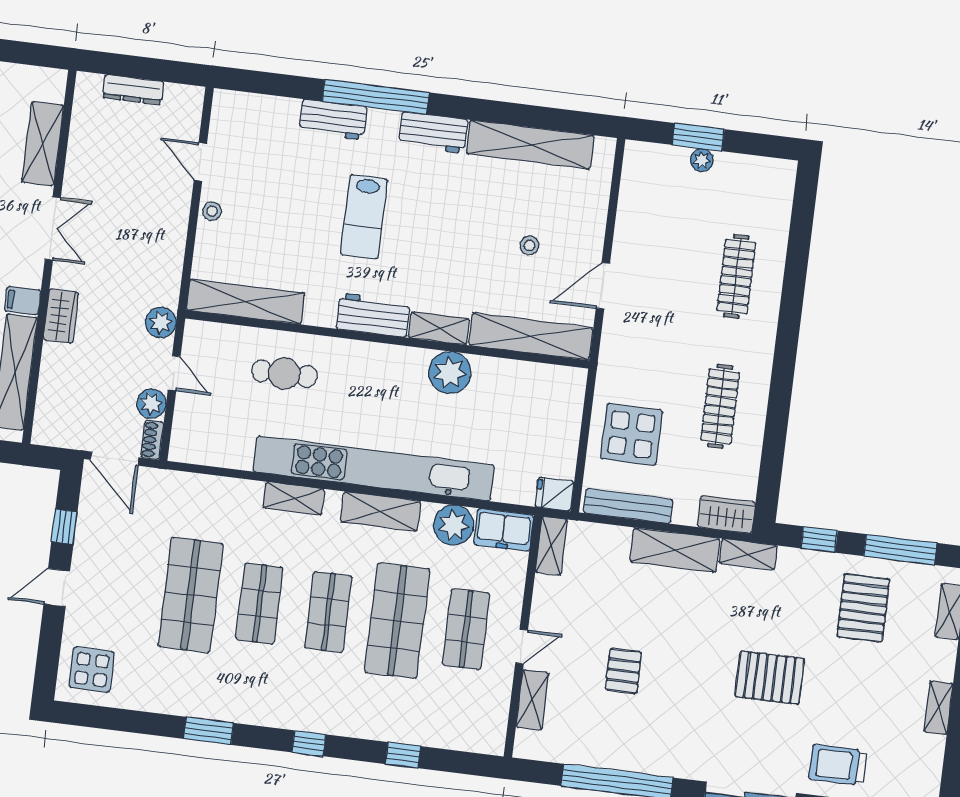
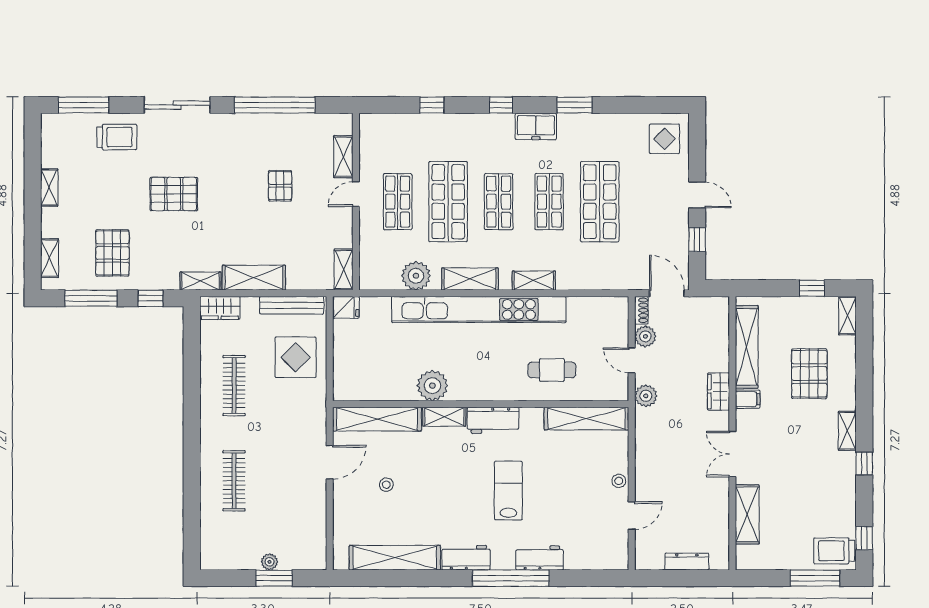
door: (200, 162) -> (632, 515), hinge flipped
freezer: (504, 530) -> (536, 126), moved, turned 180
door: (57, 588) -> (697, 195), hinge flipped

